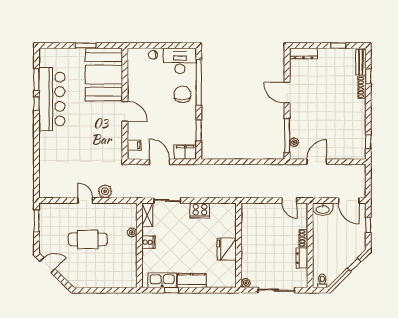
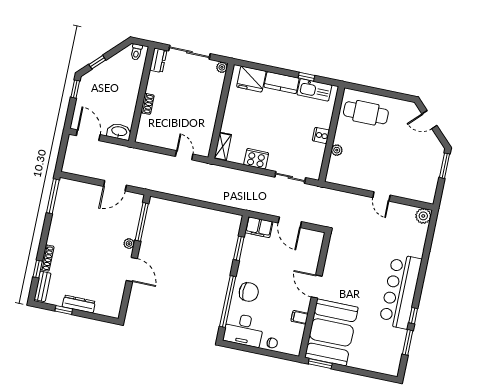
window: (86, 46) -> (320, 364), moved
dresser: (303, 53) -> (79, 304), moved
chair: (182, 94) -> (249, 292), turned -90
bar counter: (52, 99) -> (400, 291), moved
plant: (294, 142) -> (129, 244), moved
window: (368, 142) -> (53, 196), width x2.17
filing cabinet: (134, 145) -> (300, 317), moved
plant: (105, 191) -> (423, 216), moved
door: (289, 201) -> (184, 155), moved
shelving: (147, 215) -> (223, 147), moved
window: (36, 221) -> (445, 166), moved
window: (368, 225) -> (75, 89), moved
cafe table: (88, 239) -> (366, 113), moved
fridge: (227, 249) -> (251, 79), moved, turned 90
dresser: (302, 258) -> (158, 60), moved
door: (48, 265) -> (429, 120), moved

